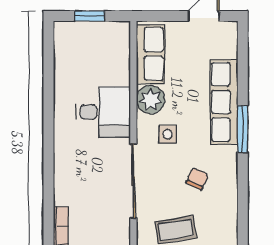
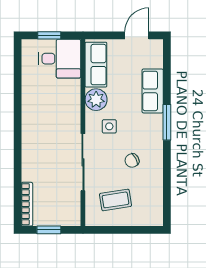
row of seats: (224, 102) -> (153, 91), width x0.68
desk: (103, 112) -> (60, 59), moved
chair: (197, 179) -> (132, 160), turned -143

